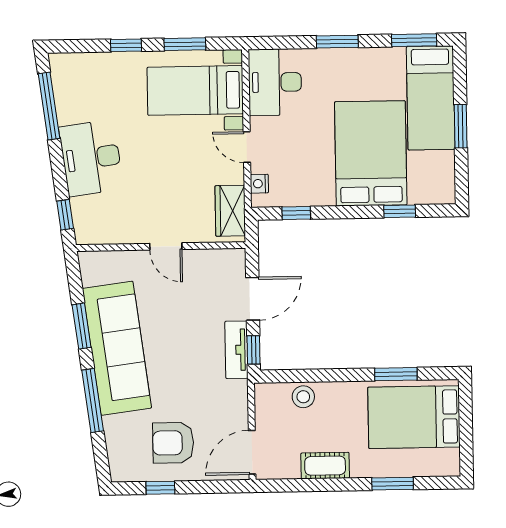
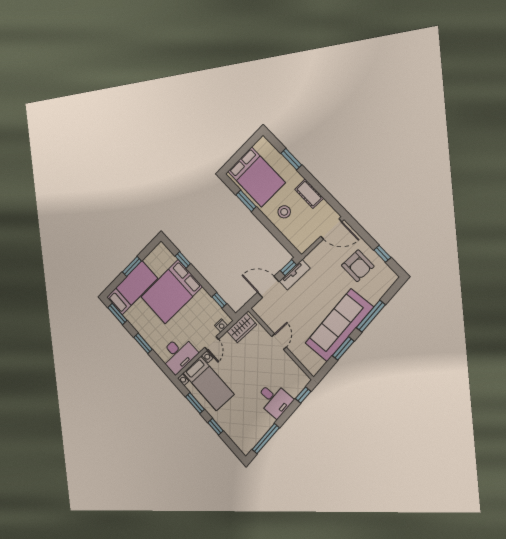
desk: (91, 158) -> (274, 400), width x0.73
stool: (303, 397) -> (284, 212), moved

